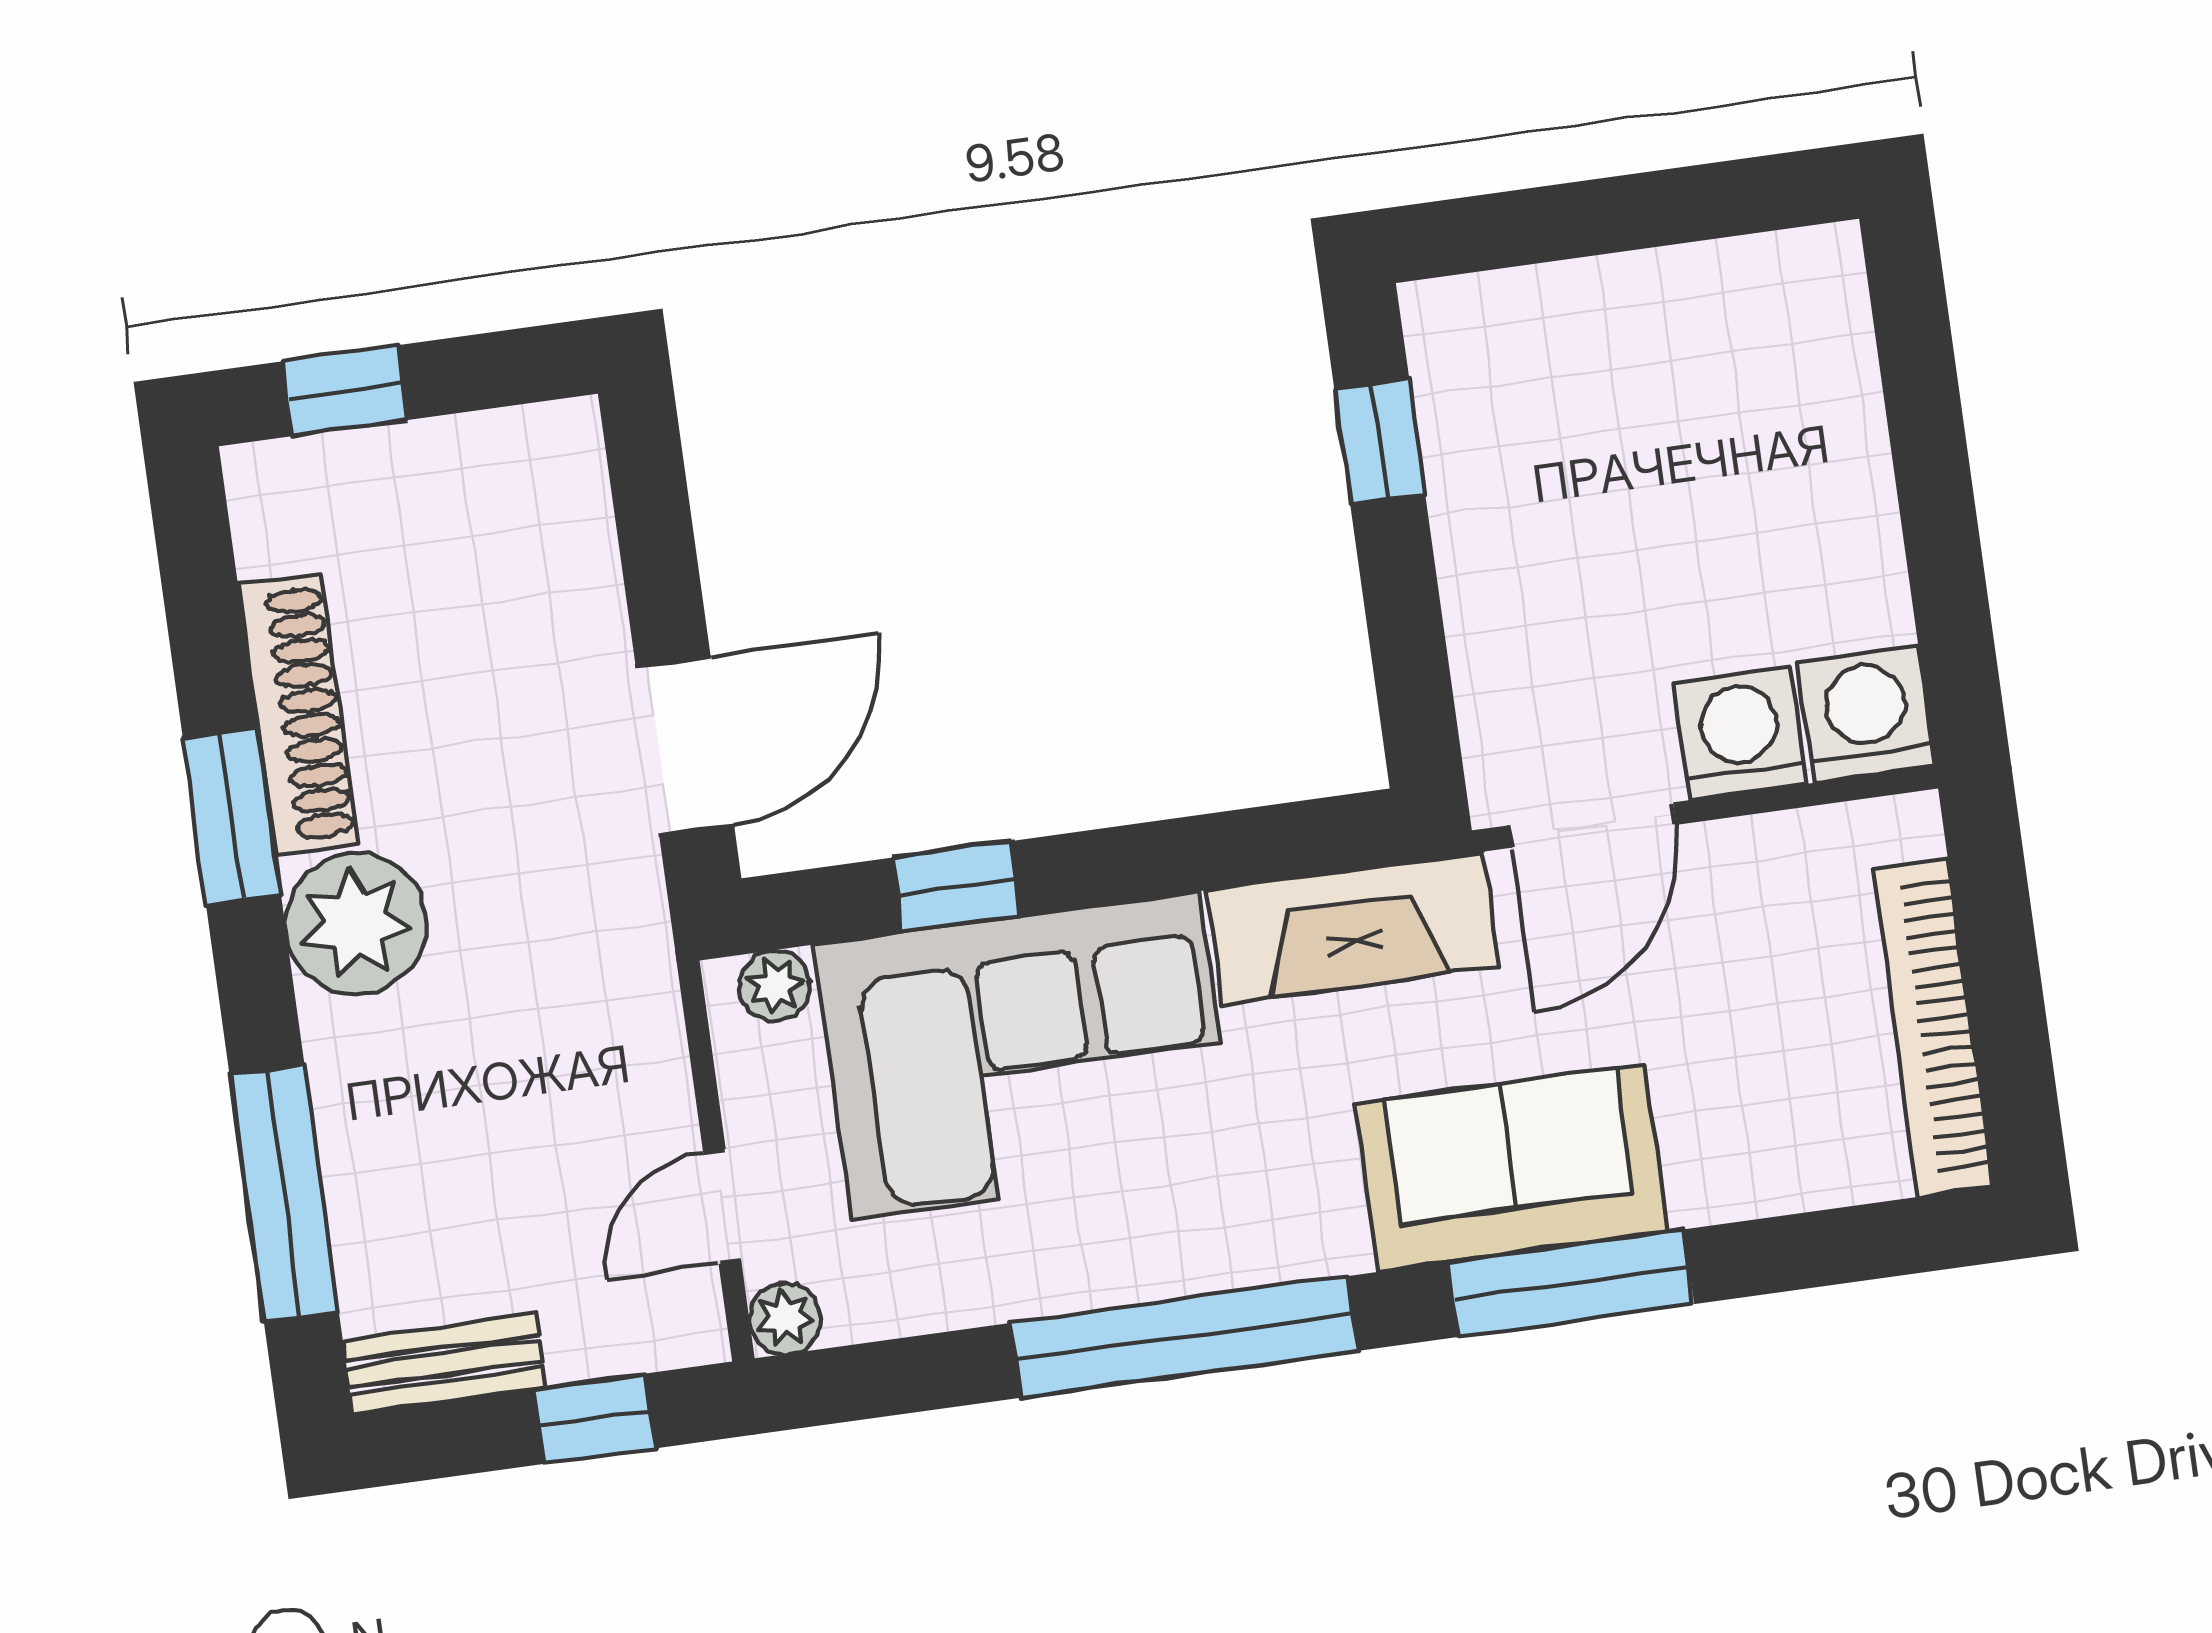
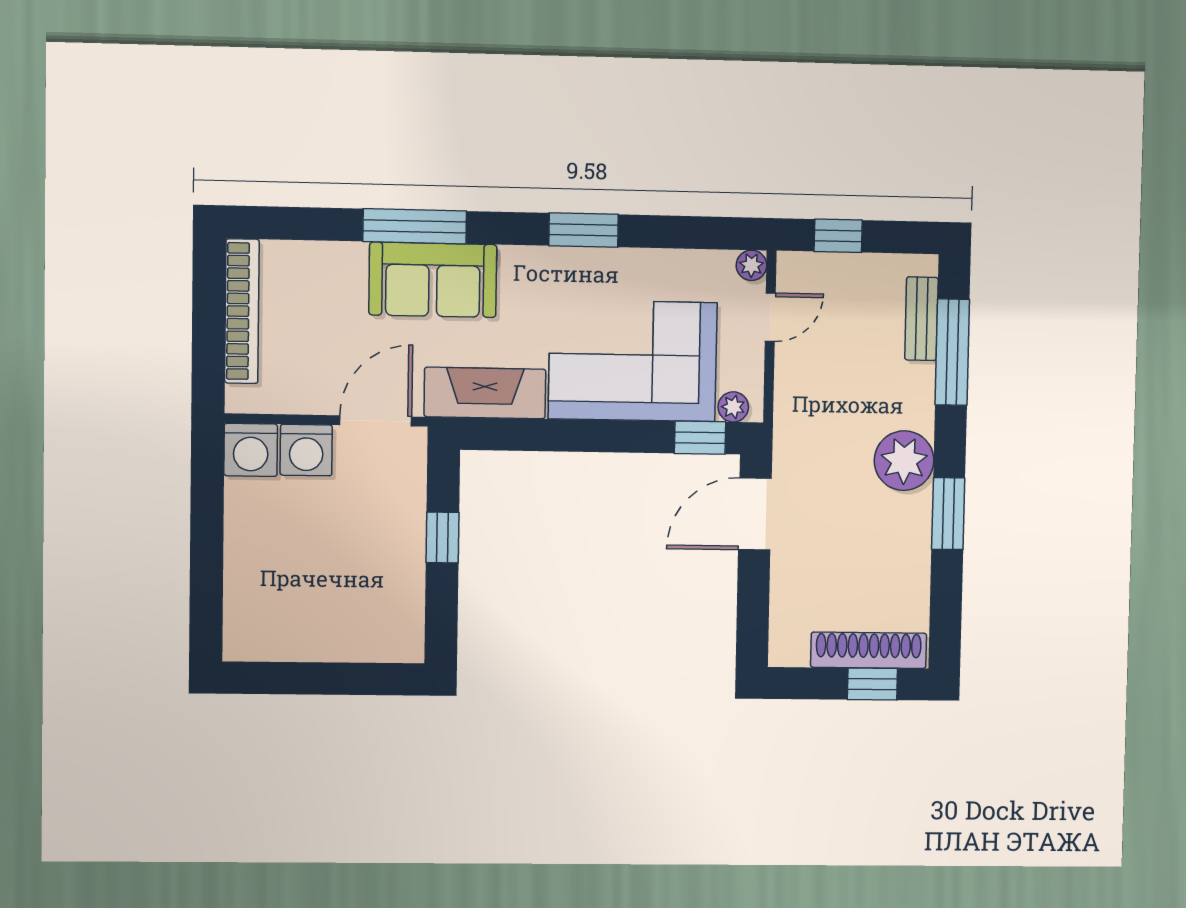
window: (1380, 442) -> (442, 538), moved
shoe rack: (299, 715) -> (869, 650), moved, turned 90
window: (957, 887) -> (700, 438), moved
window: (1185, 1337) -> (584, 230), width x0.47
bench: (444, 1364) -> (921, 319), moved, turned 90

